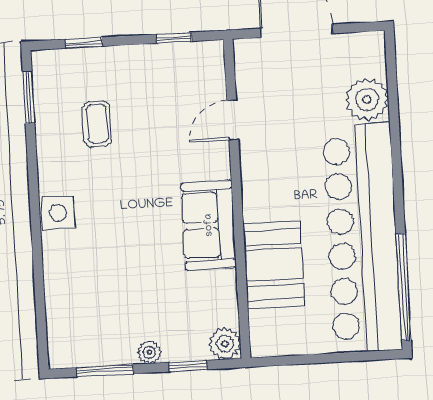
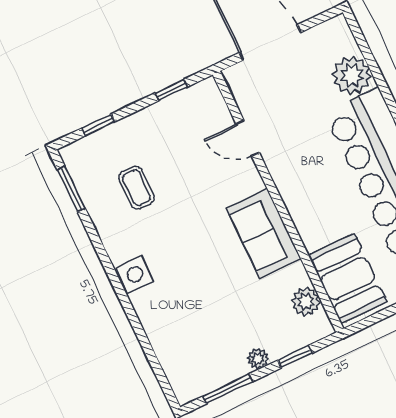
door: (233, 120) -> (248, 138), hinge flipped
booth: (274, 265) -> (348, 279), moved
plant: (225, 344) -> (306, 302), moved

